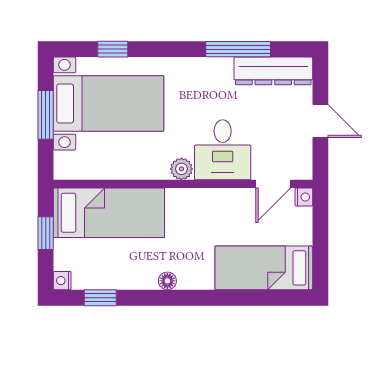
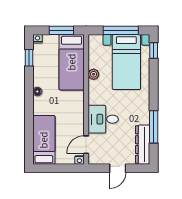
window: (113, 49) -> (154, 50), moved
window: (46, 115) -> (121, 30), width x1.44
plant: (181, 169) -> (94, 74), moved
door: (273, 184) -> (86, 145), hinge flipped
window: (46, 233) -> (61, 30), width x1.50

